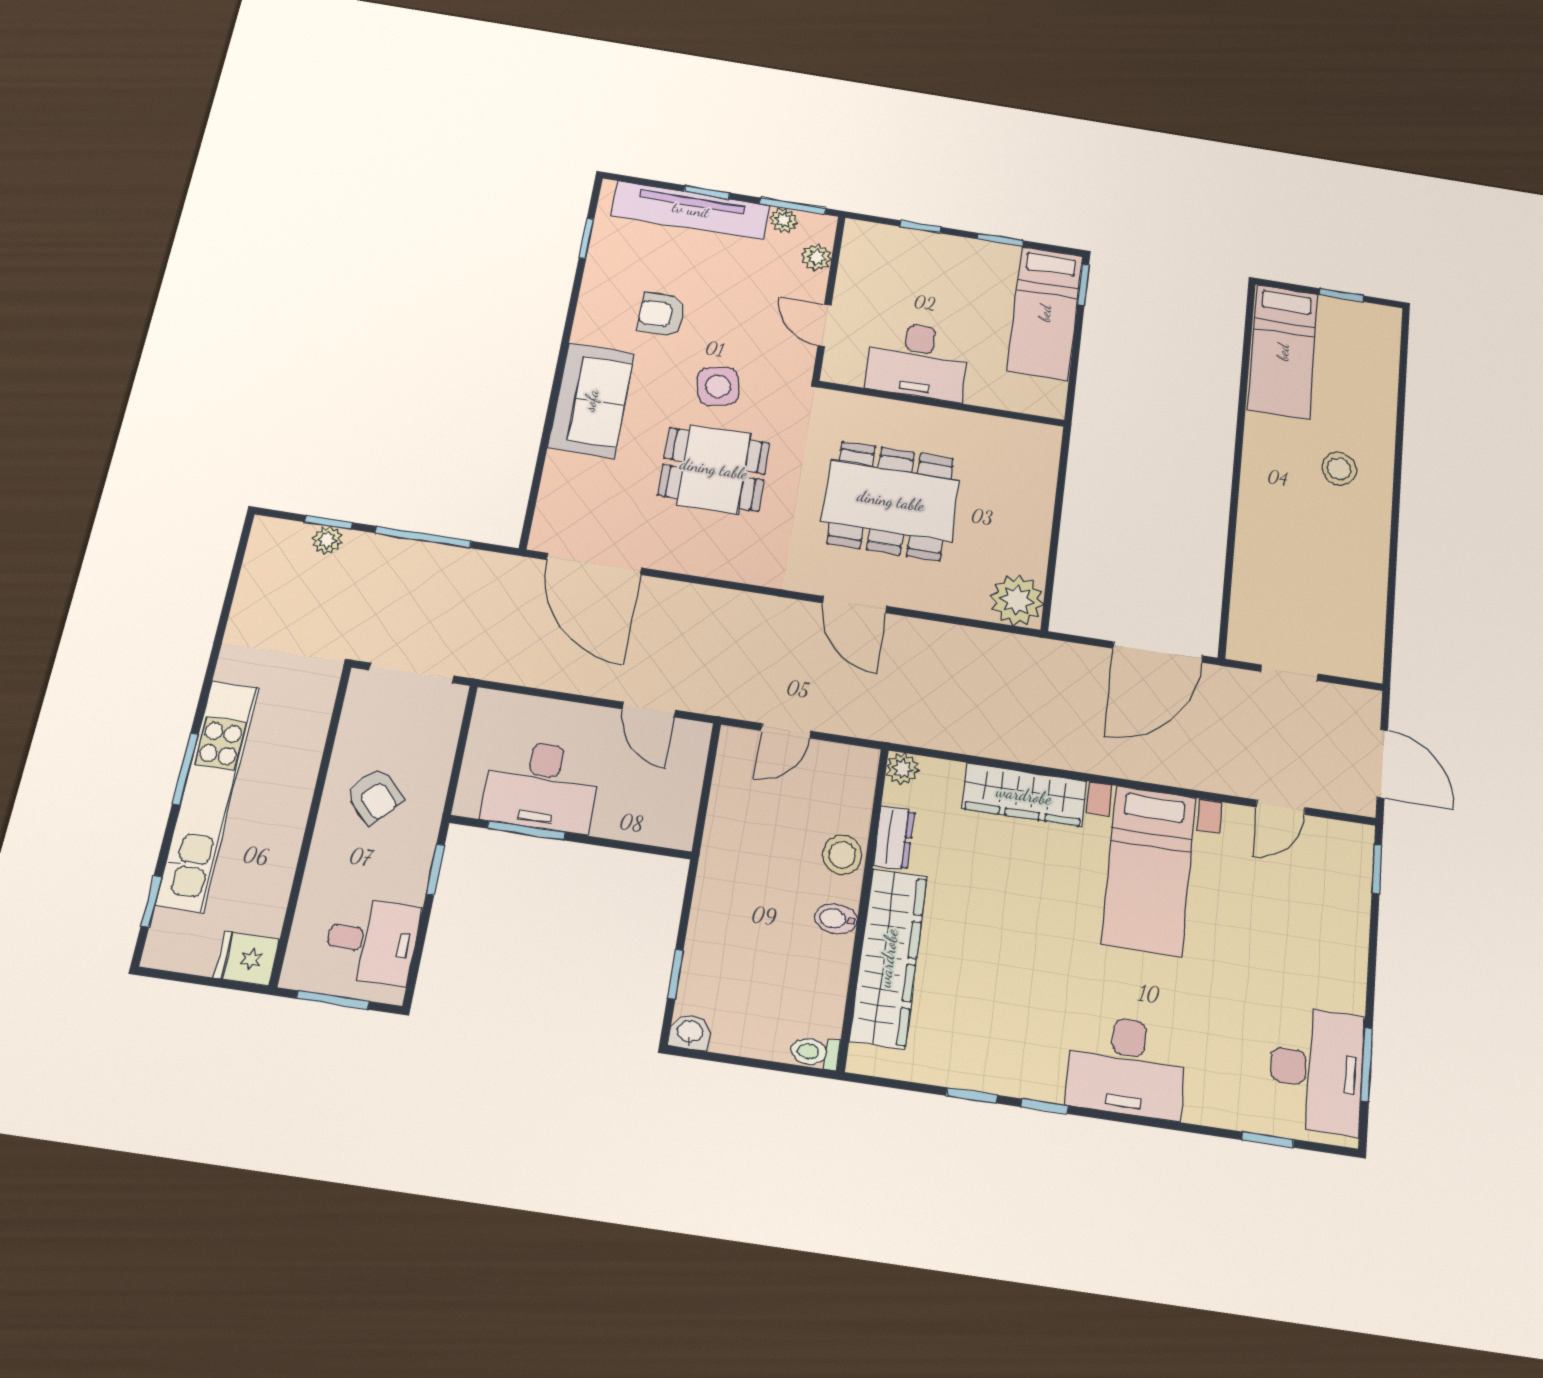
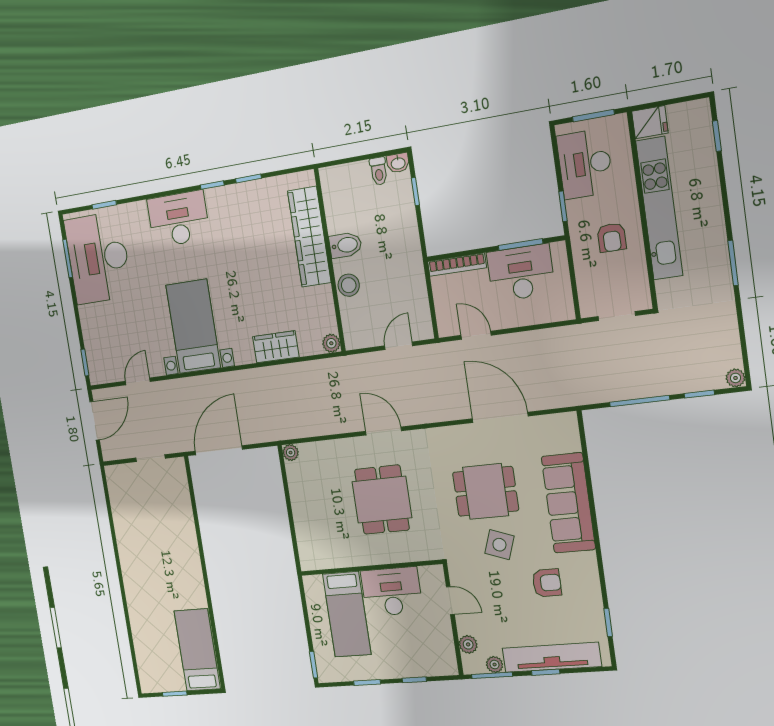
bed: (1045, 313) -> (347, 614), moved, turned 180
side table: (718, 386) -> (499, 545), turned 31
sofa: (591, 400) -> (568, 503), width x1.36
stool: (1339, 469) -> (152, 585), removed
dining table: (891, 501) -> (382, 500), width x0.73
plant: (327, 540) -> (735, 378), moved
door: (594, 564) -> (500, 417), moved
plant: (1017, 600) -> (291, 453), width x0.53, depth x0.53
doorway: (411, 673) -> (617, 316), width x0.73
door: (1382, 764) -> (95, 421), swing flipped
window: (185, 769) -> (733, 263), moved
kitchen unit: (208, 795) -> (659, 208), moved, turned 180
wardrobe: (1024, 795) -> (276, 347), width x0.67
armchair: (375, 796) -> (612, 238), turned -135
bookcase: (644, 831) -> (457, 265), added
dresser: (894, 838) -> (325, 303), removed
bidet: (836, 919) -> (345, 245), width x1.38, depth x1.36
desk: (372, 941) -> (585, 164), width x1.37
toilet: (815, 1052) -> (379, 171), moved, turned 90
desk: (1317, 1070) -> (98, 258), width x1.36, depth x1.30

